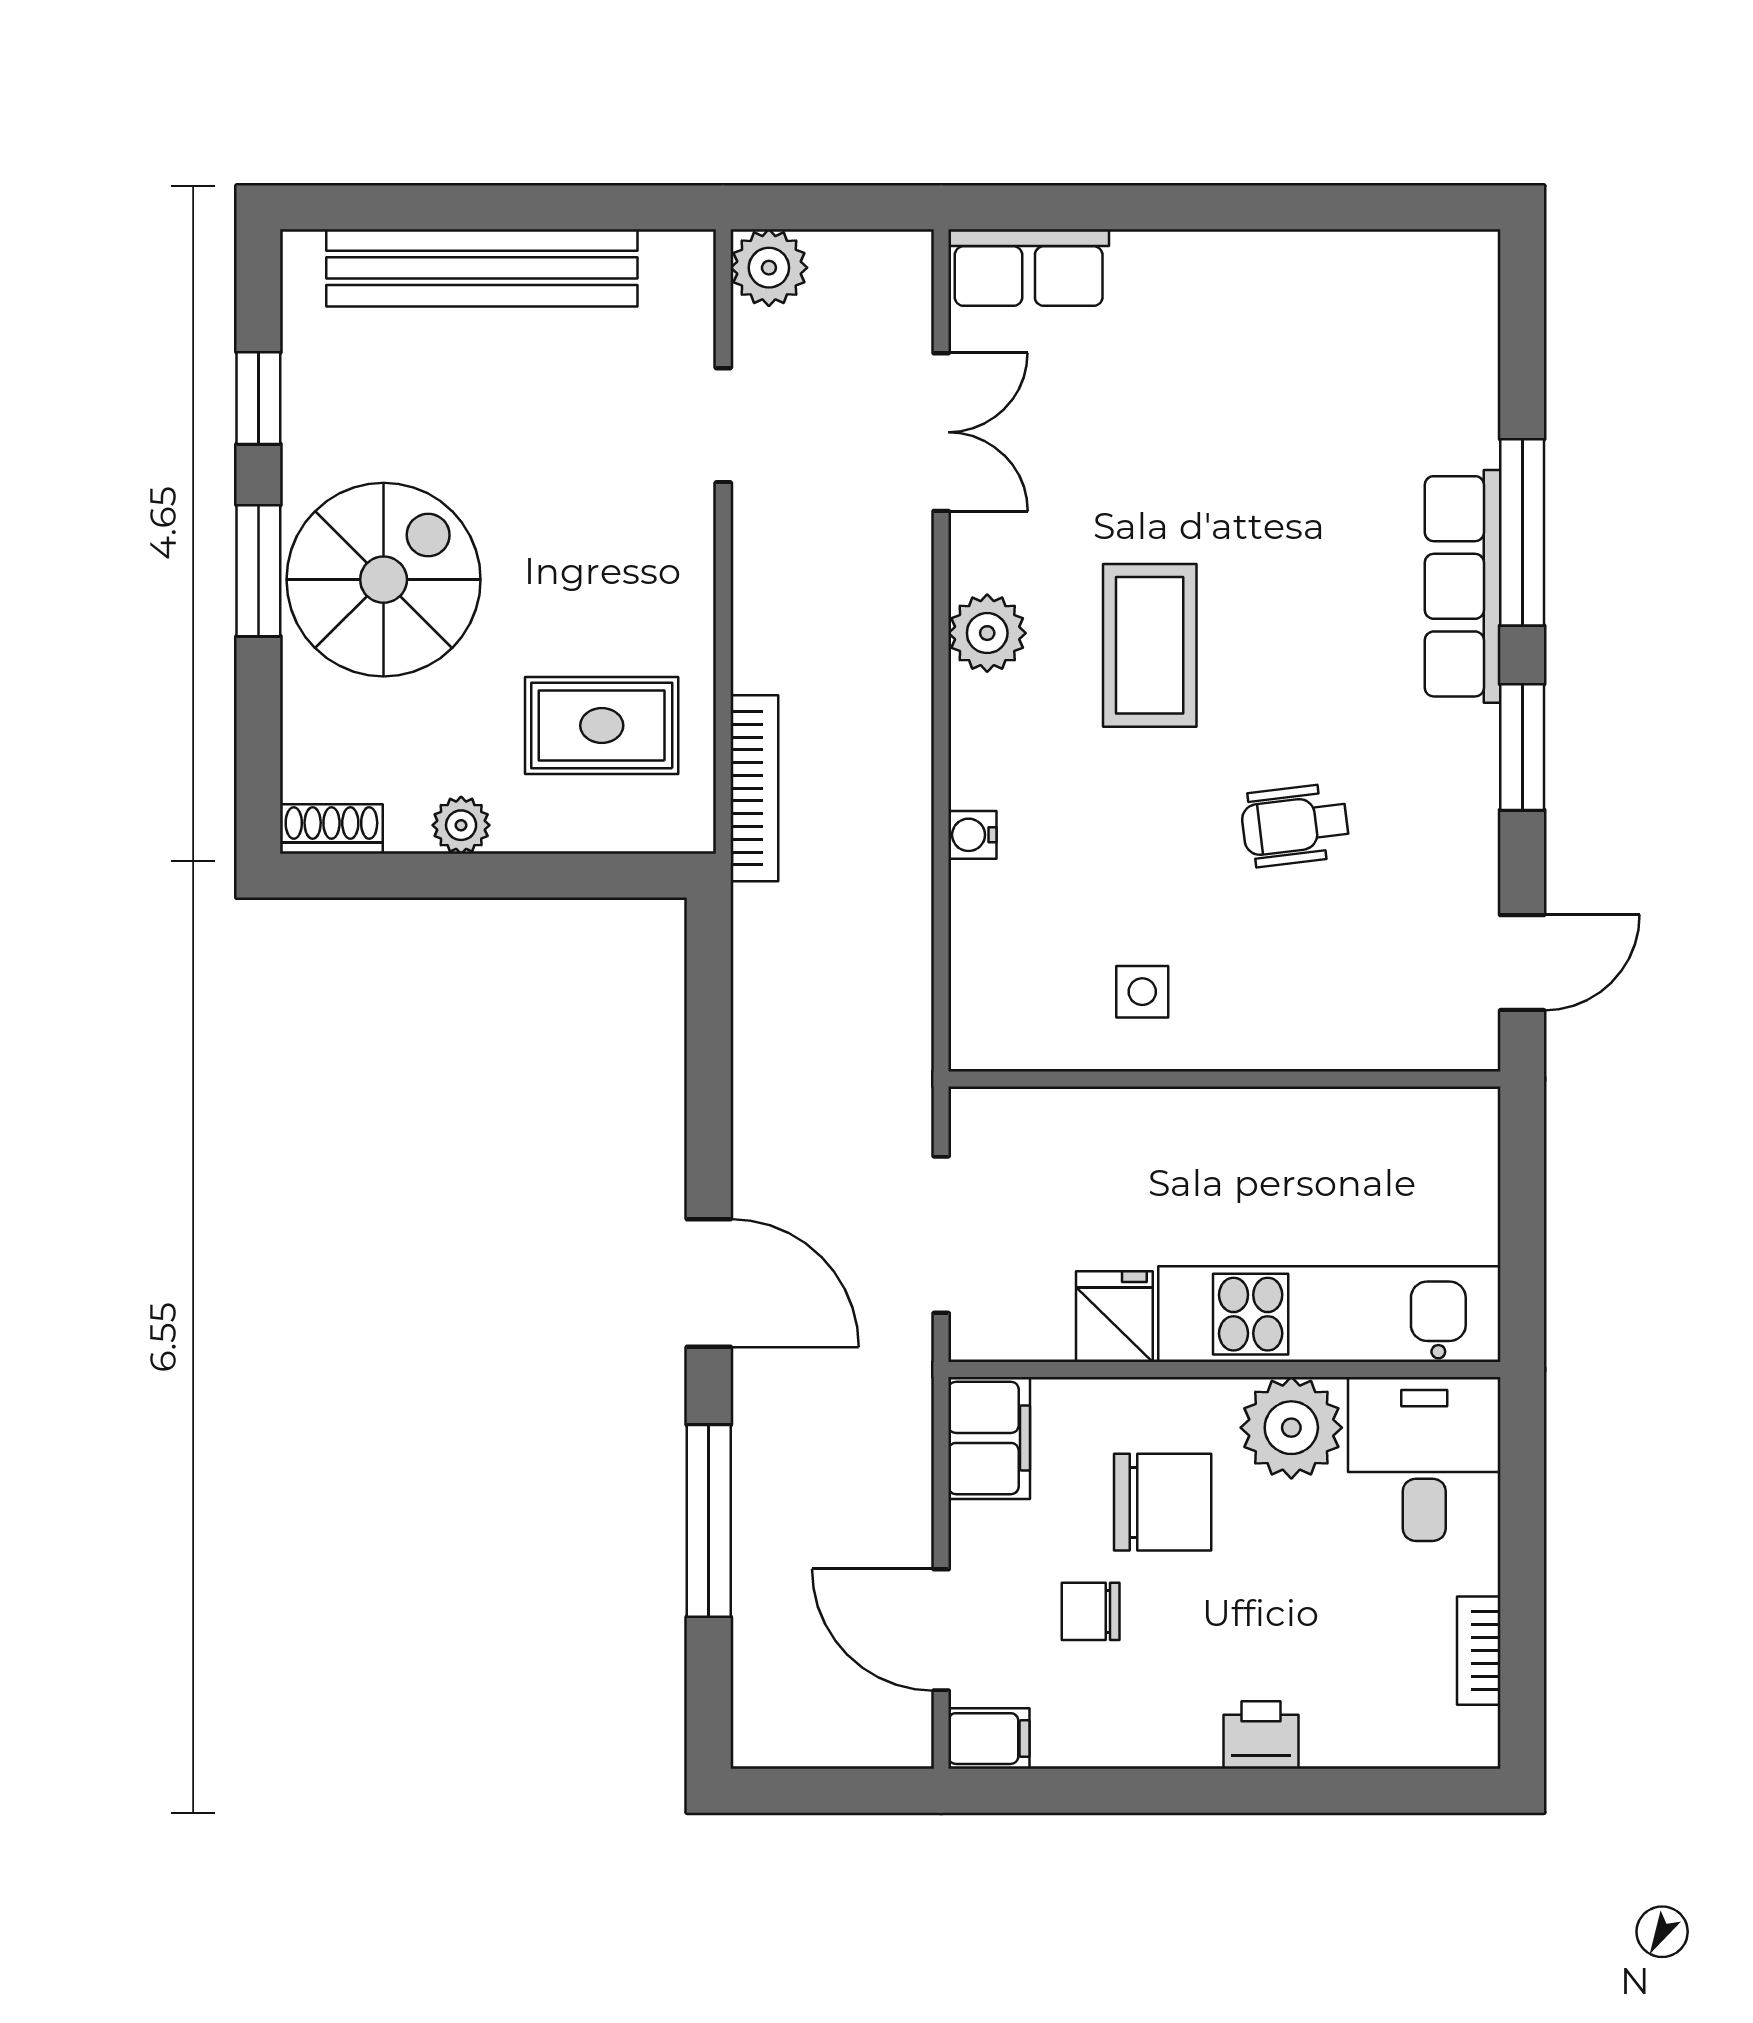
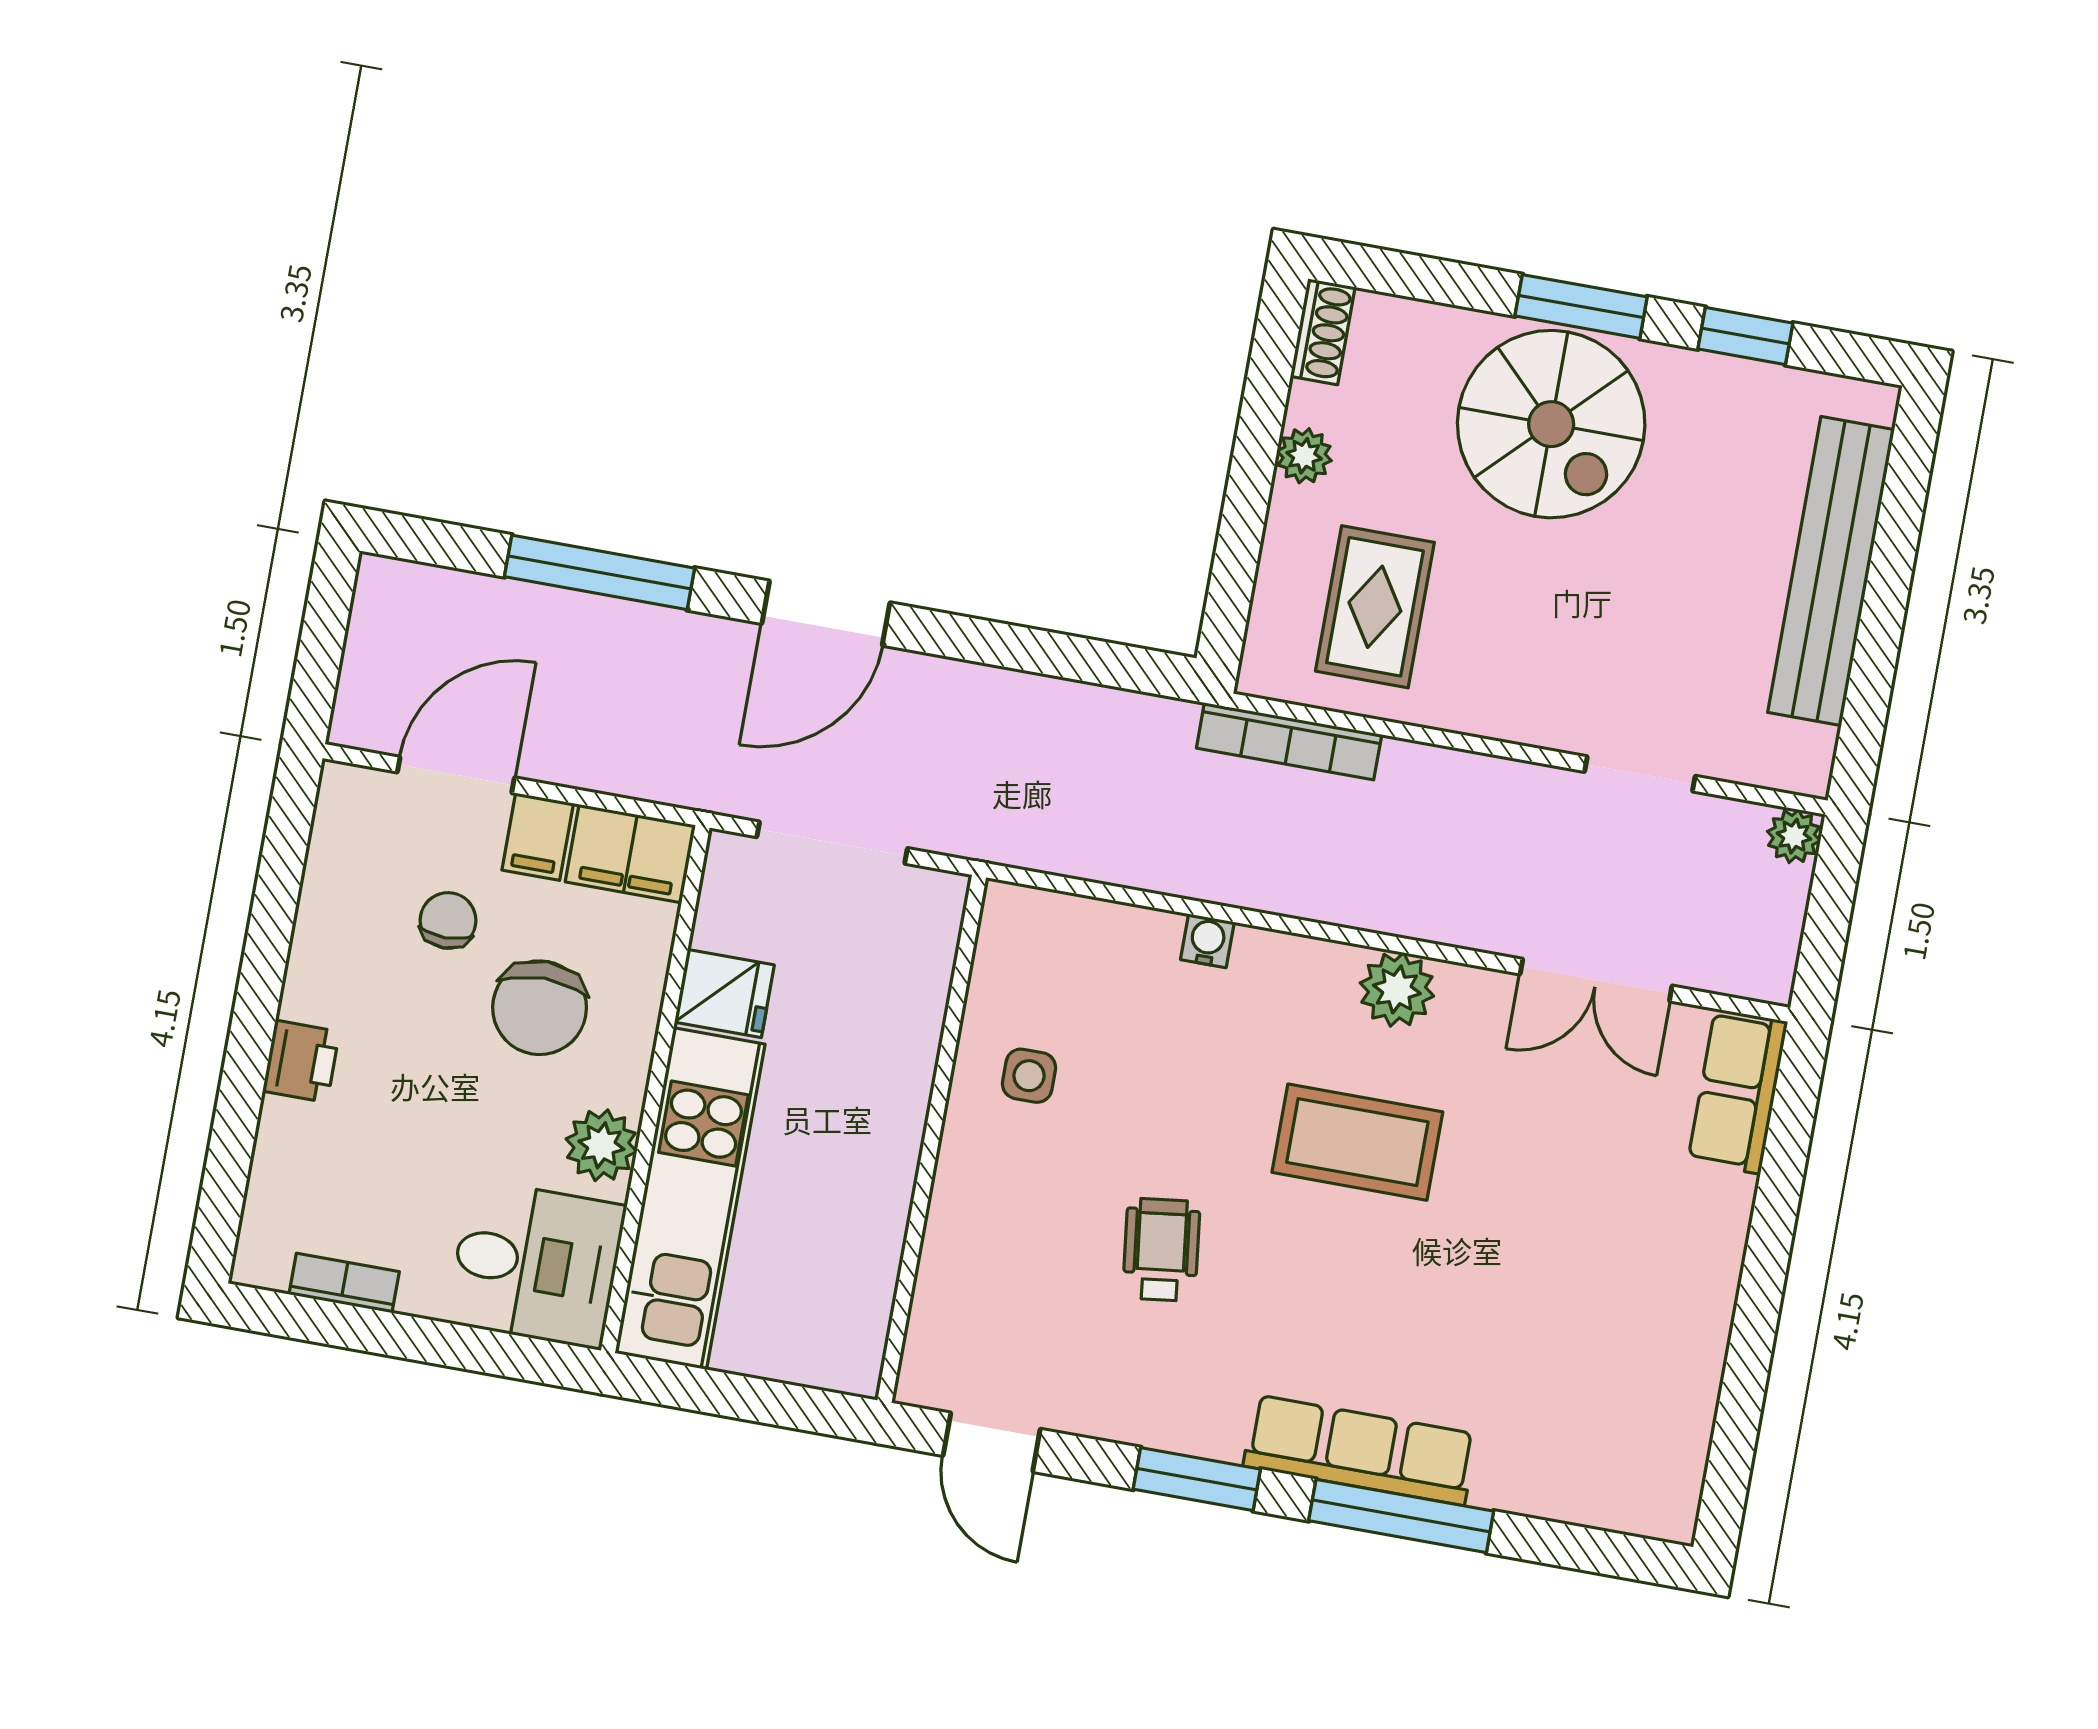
plant: (769, 268) -> (1794, 836), width x0.73, depth x0.73
plant: (1291, 1428) -> (601, 1145), width x0.73, depth x0.73
filing cabinet: (989, 1739) -> (538, 837), moved

